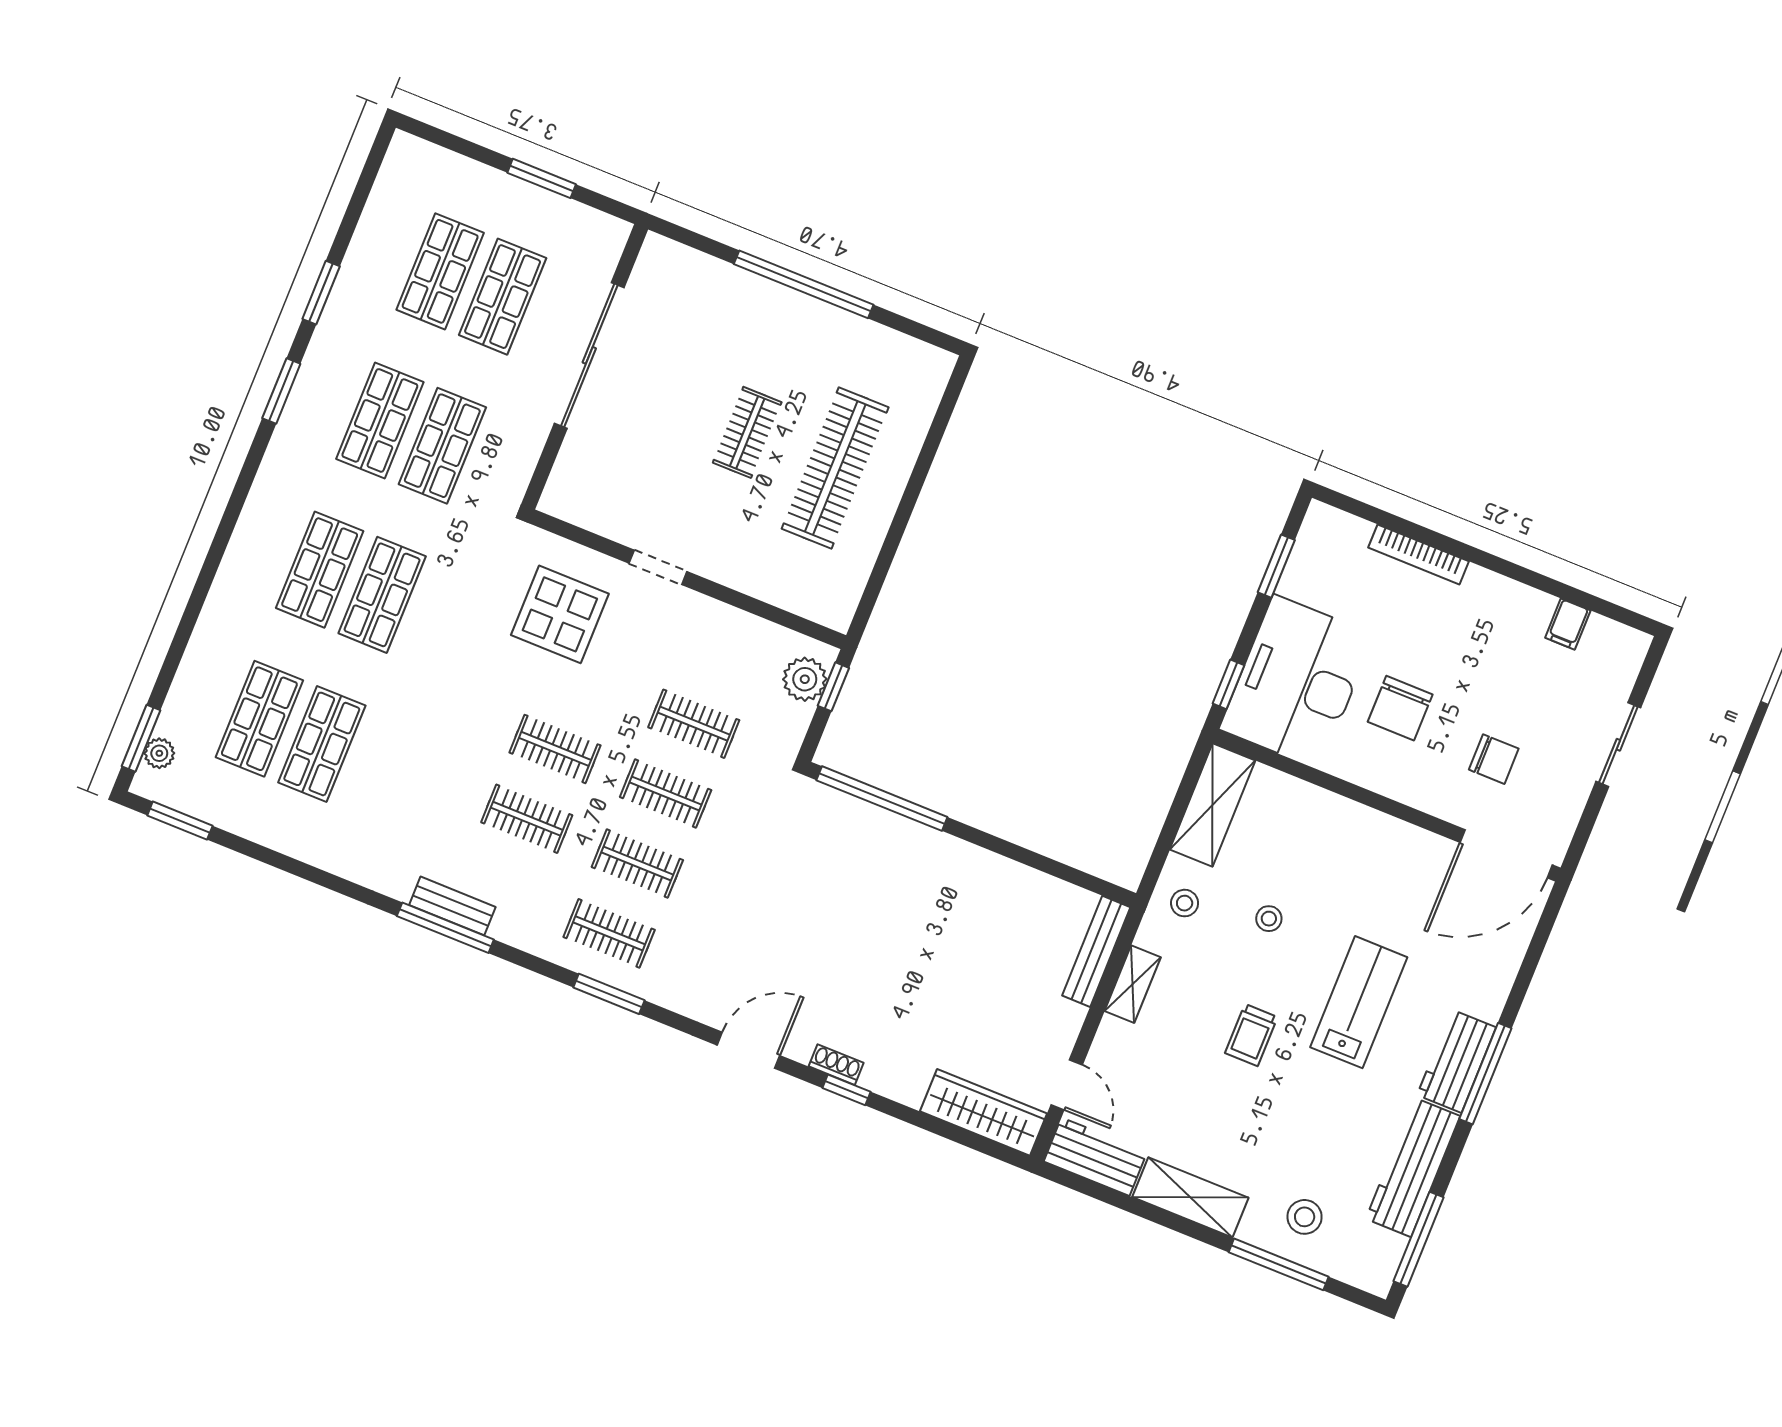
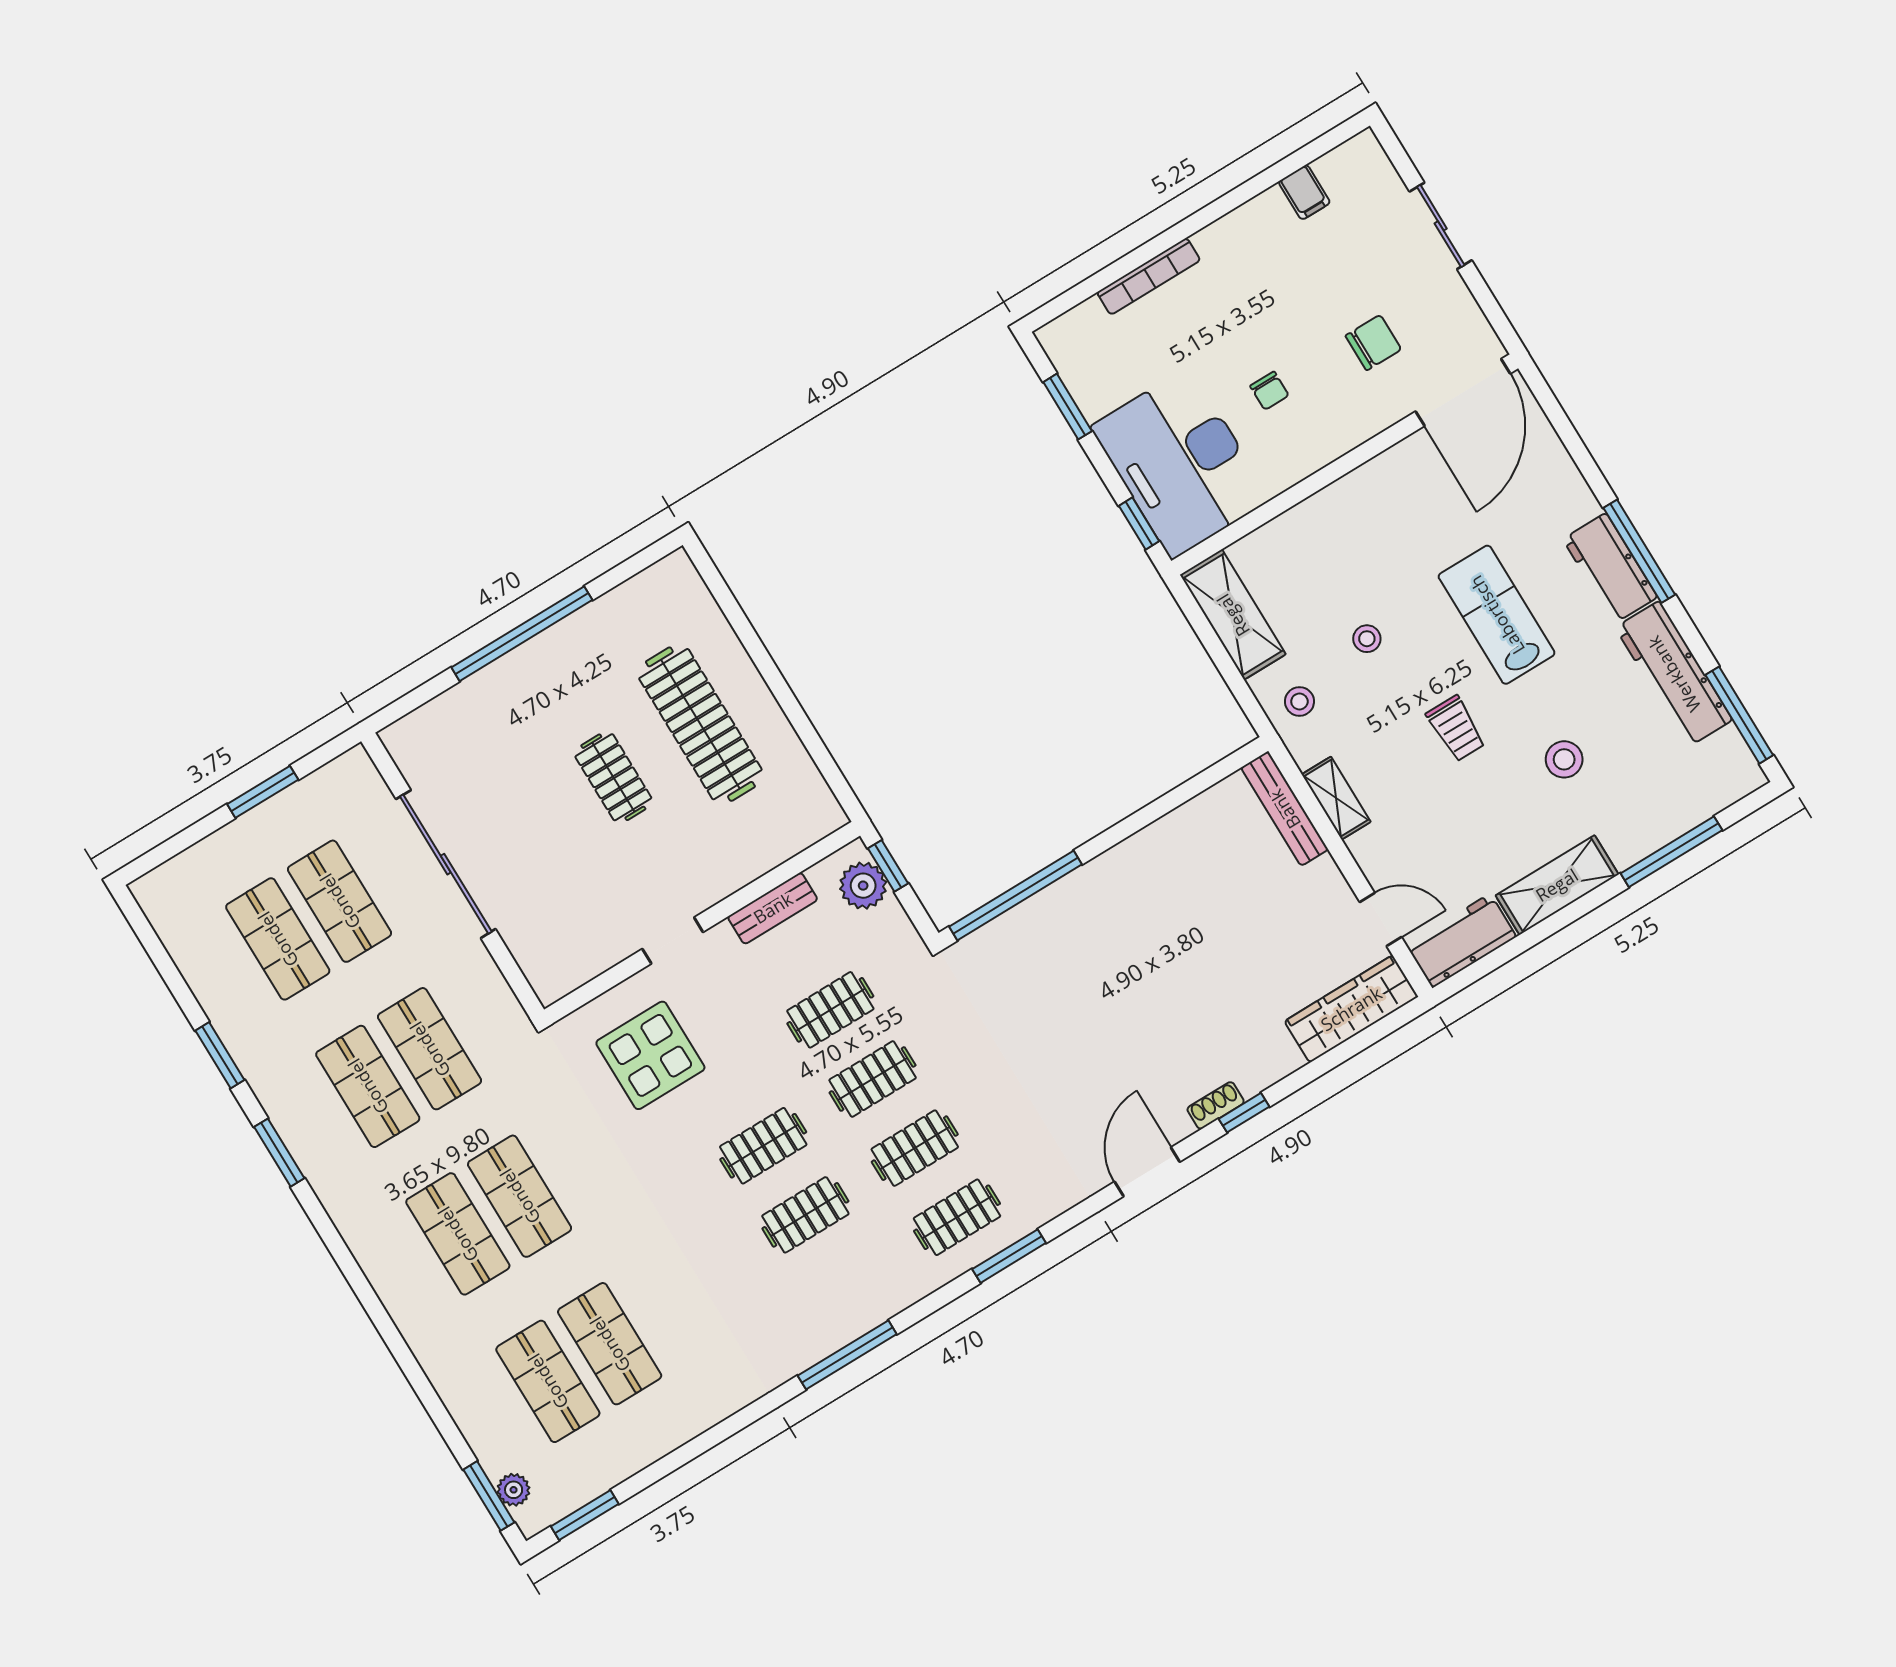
chair: (1400, 708) -> (1269, 391), width x0.54, depth x0.54
bench: (452, 906) -> (773, 908), moved
stool: (1305, 1217) -> (1564, 759), moved

